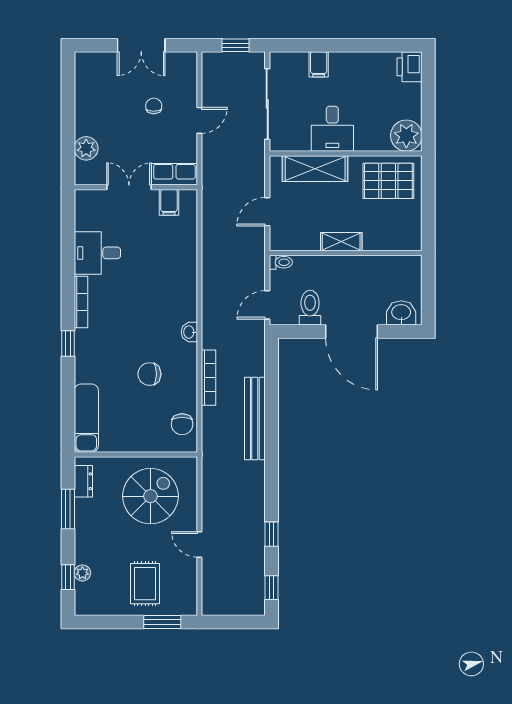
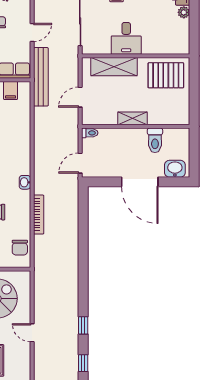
plant: (406, 136) -> (184, 12), moved, width x0.53, depth x0.53
toilet: (310, 308) -> (155, 140), moved, turned 180
bench: (255, 418) -> (41, 77), moved

